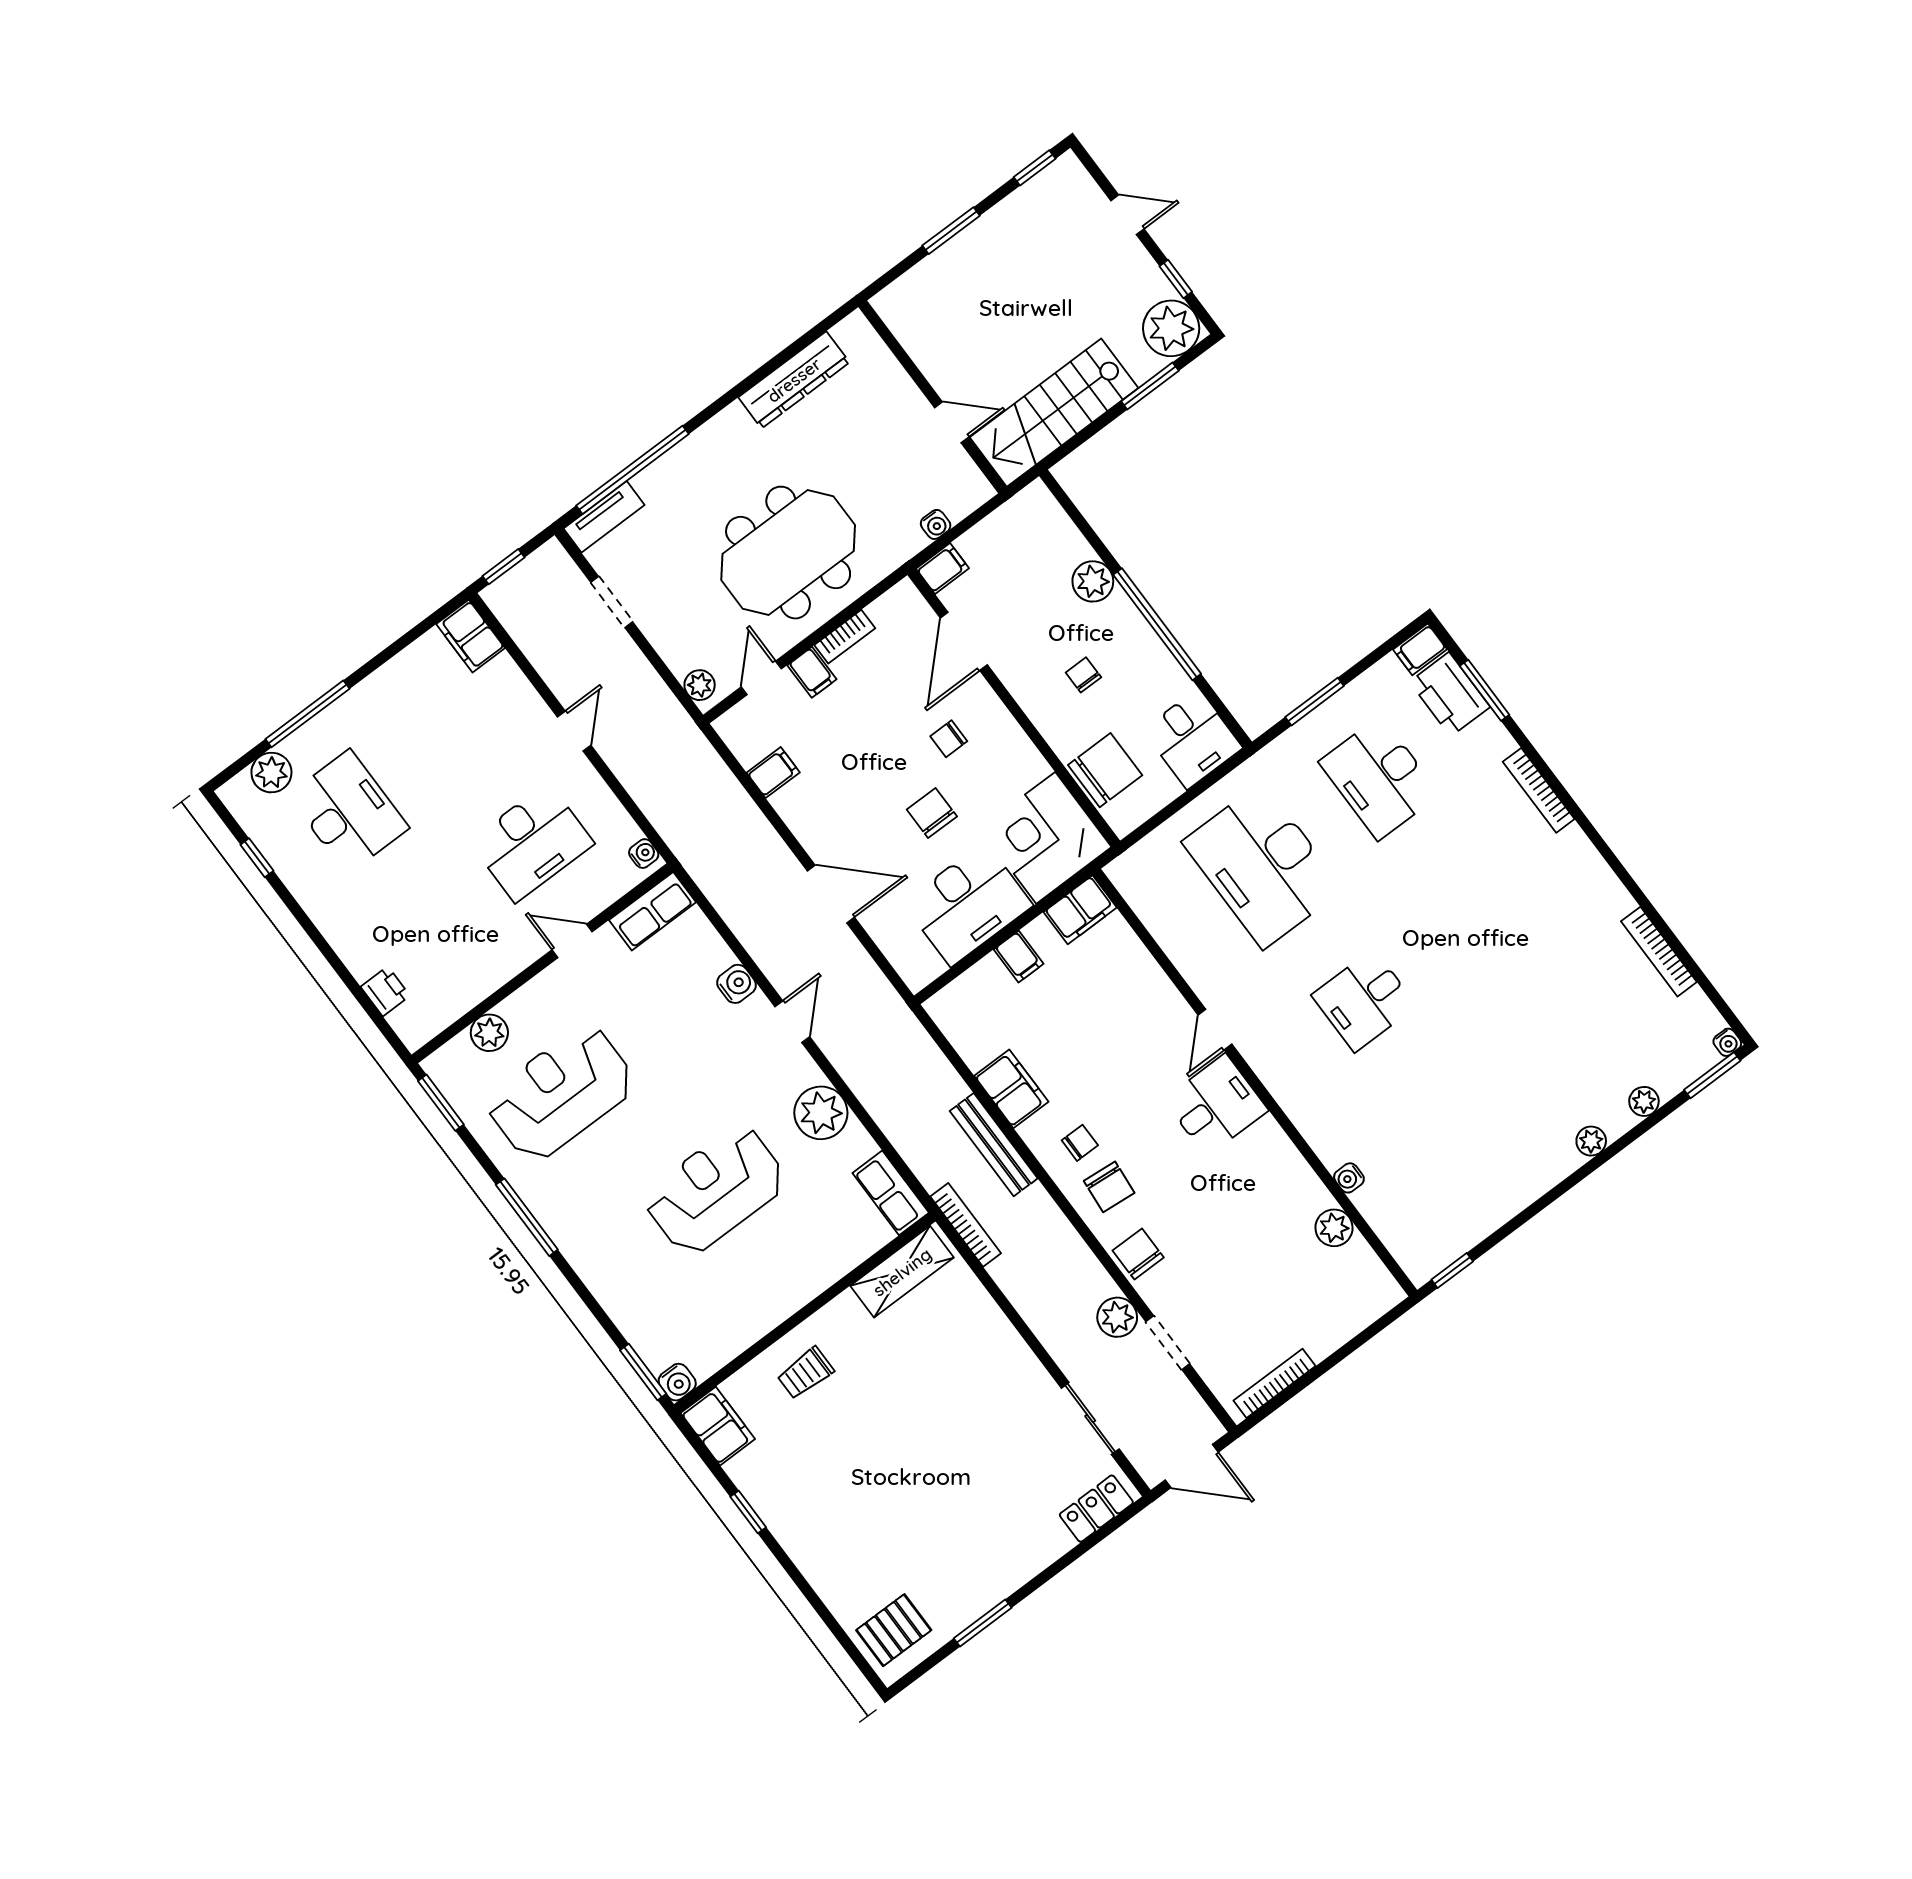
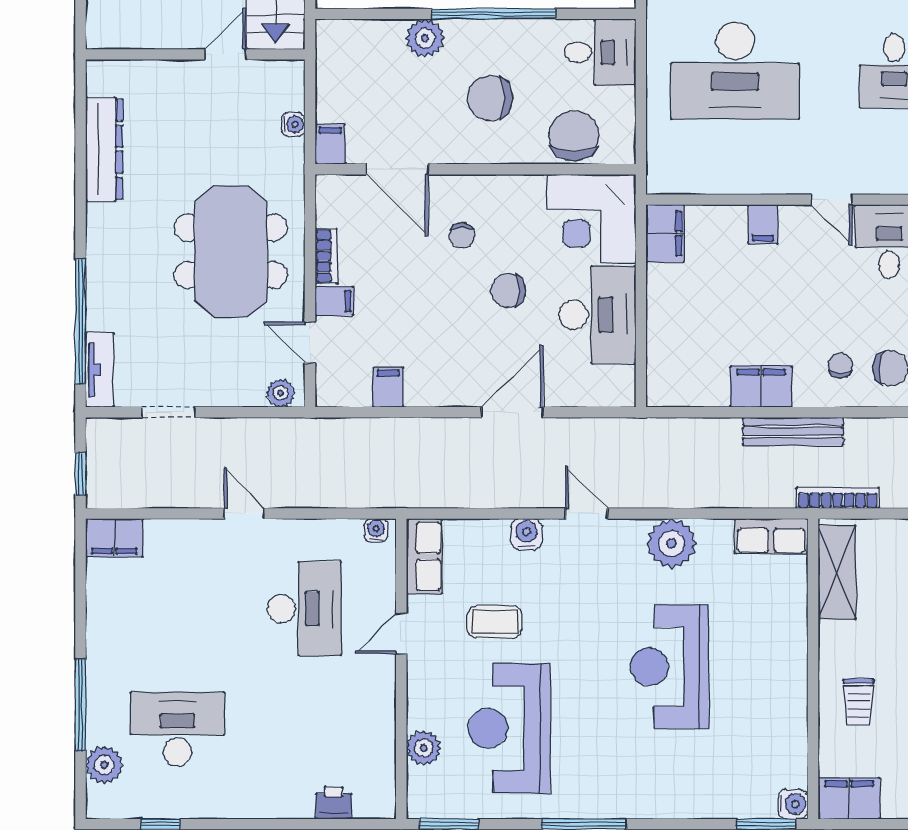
chair: (1083, 675) -> (490, 98), width x1.87, depth x1.87
filing cabinet: (1019, 957) -> (763, 224), moved, turned 90
coffee table: (641, 1013) -> (495, 622), added

